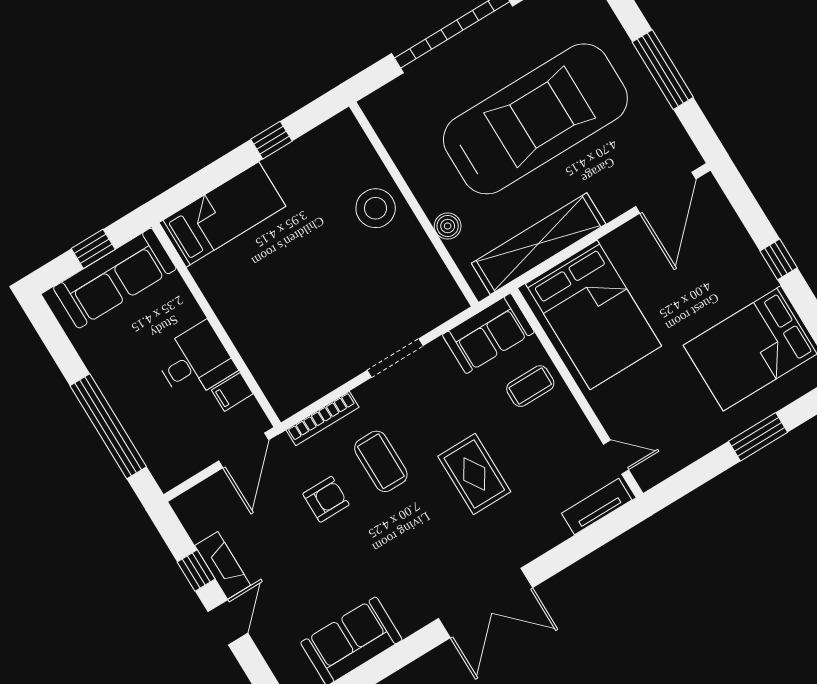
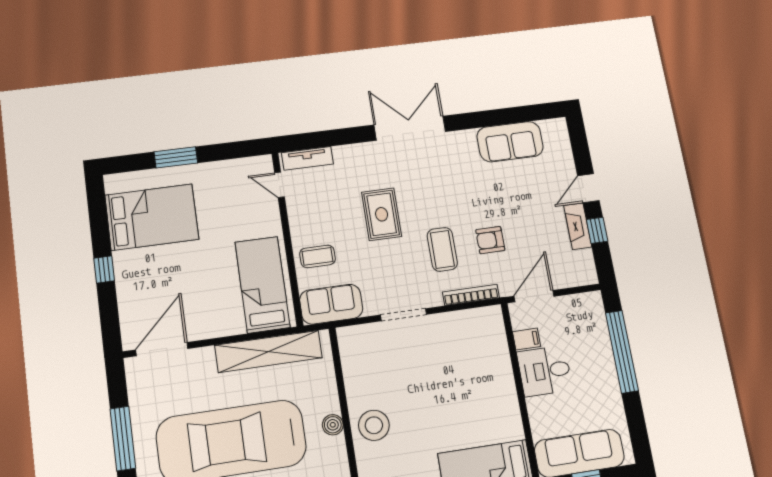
boiler: (448, 226) -> (333, 425), moved
bed: (593, 315) -> (262, 285), width x0.67

